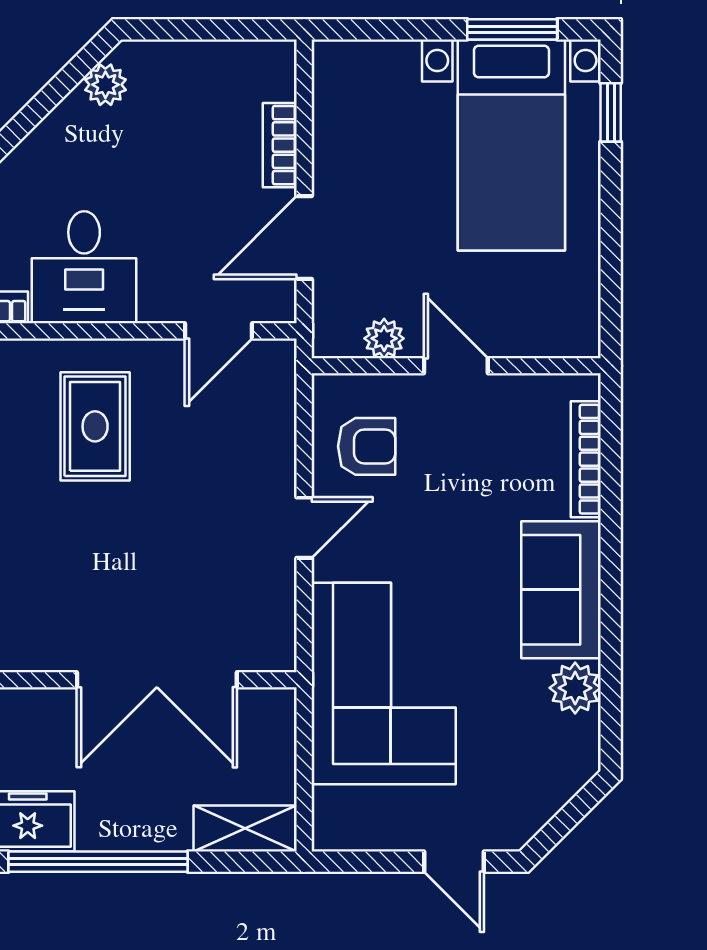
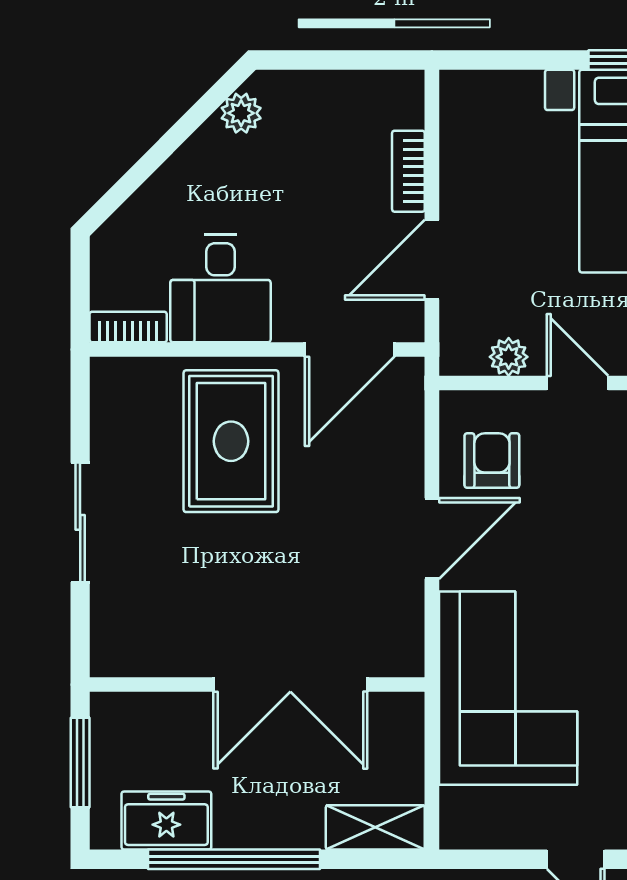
door: (219, 331) -> (350, 350), width x1.38
rug: (95, 426) -> (231, 441), width x1.36, depth x1.43
armchair: (367, 446) -> (492, 461), turned -90
door: (304, 528) -> (432, 538), width x1.38

